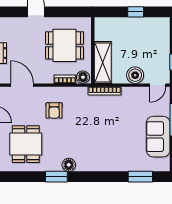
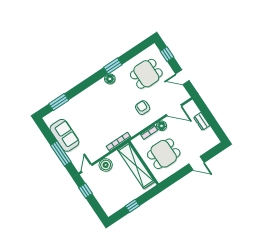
shelving: (103, 62) -> (136, 166), width x1.47
floor lamp: (83, 77) -> (162, 126), moved
dining table: (26, 144) -> (146, 74), turned 90

